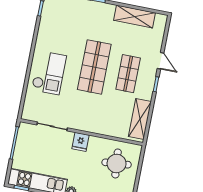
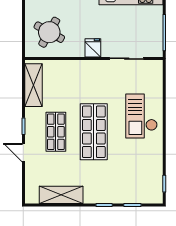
round table: (117, 163) -> (49, 32), turned 34

